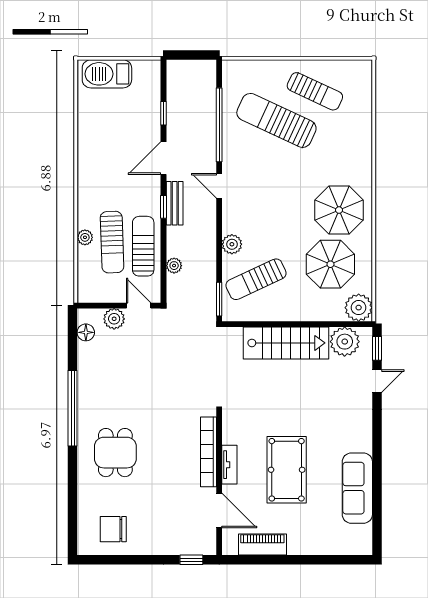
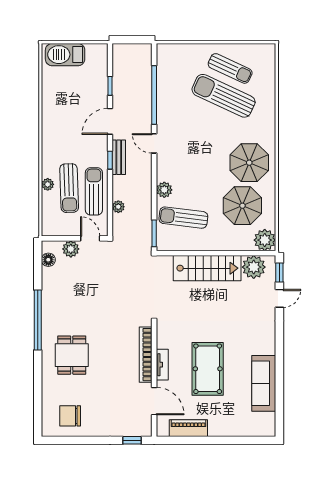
sun lounger: (276, 120) -> (224, 96), moved
sun lounger: (256, 279) -> (183, 218), turned 32

